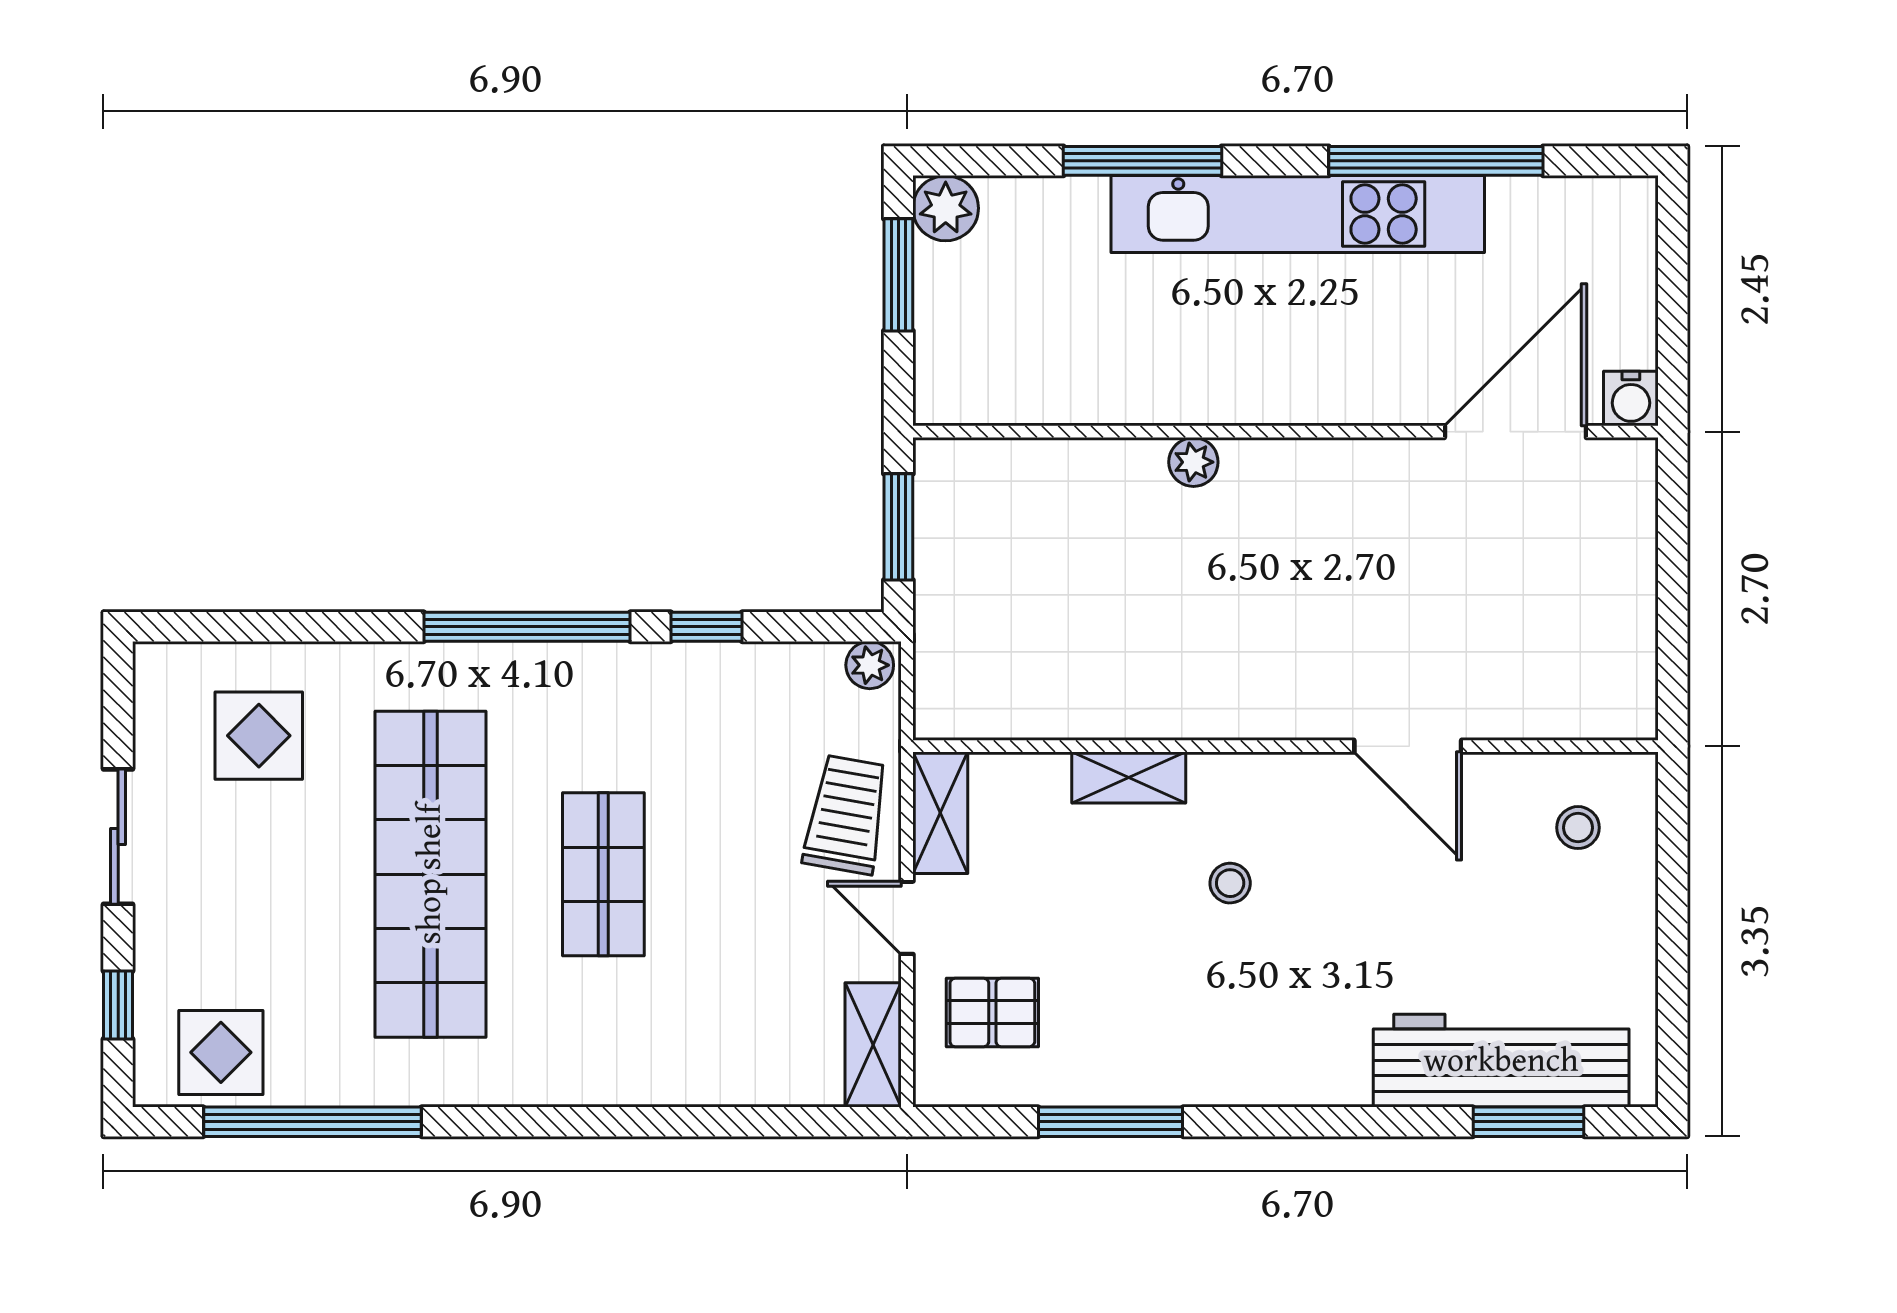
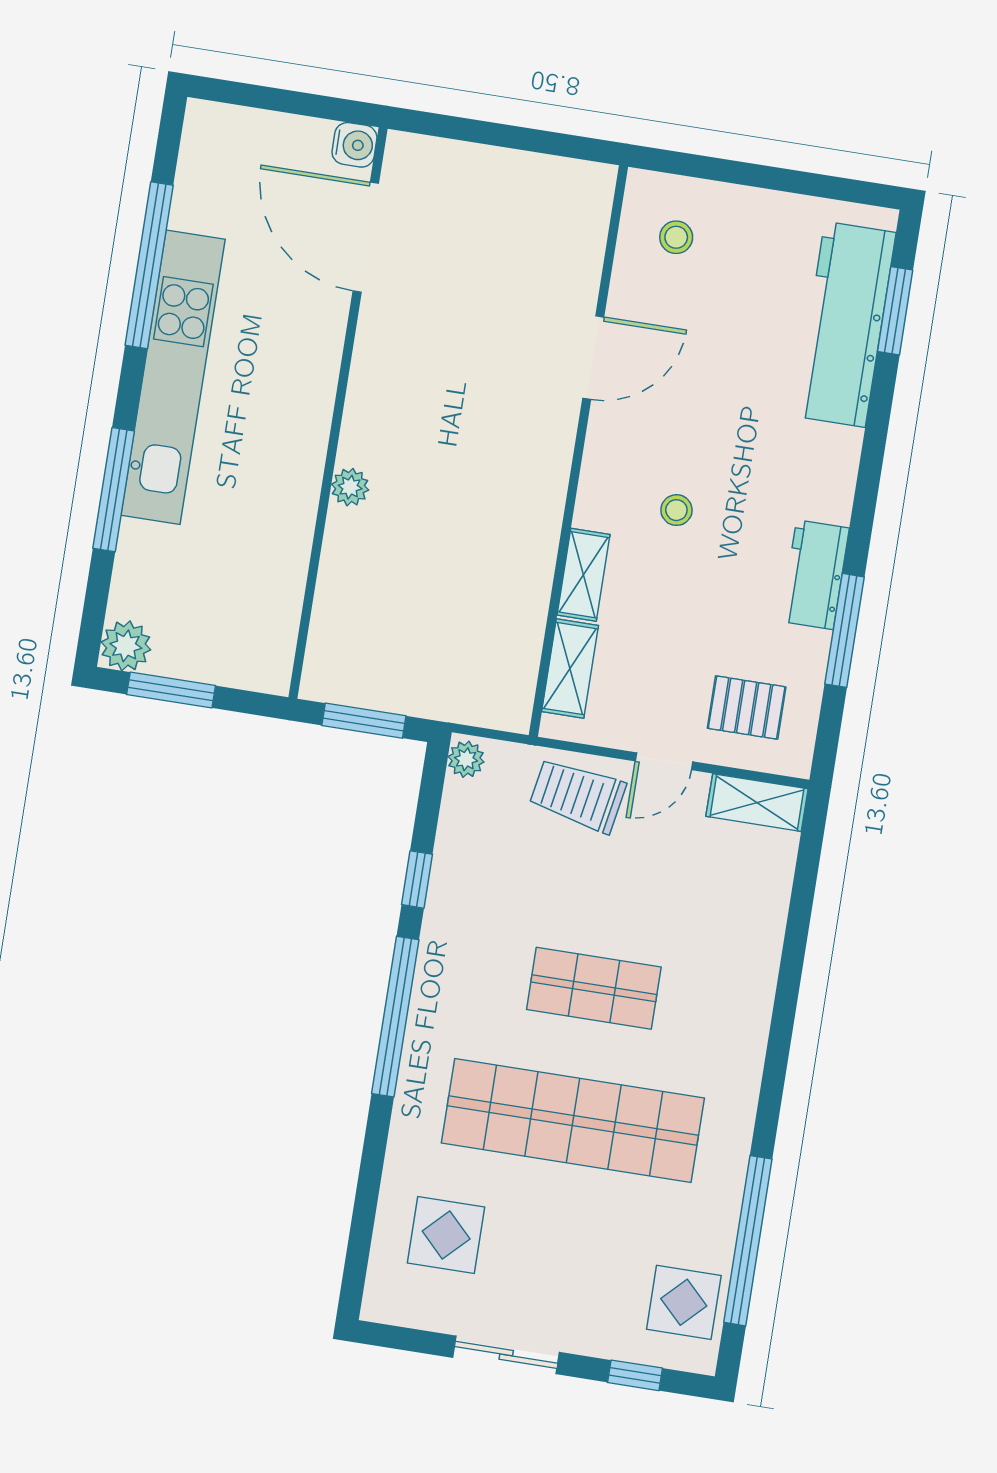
shelving: (940, 813) -> (570, 669), moved, turned 90
pallet: (992, 1012) -> (747, 708), turned 90
workbench: (1176, 1073) -> (815, 575), added

